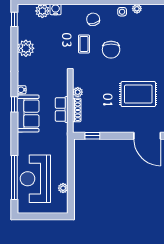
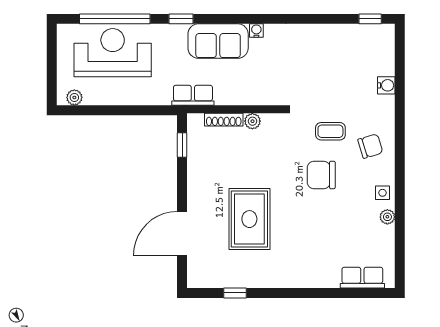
plant: (42, 11) -> (384, 64), removed
plant: (26, 48) -> (323, 37), removed
window: (14, 104) -> (181, 19), moved
row of seats: (62, 110) -> (193, 95), moved
plant: (63, 188) -> (74, 97), moved

